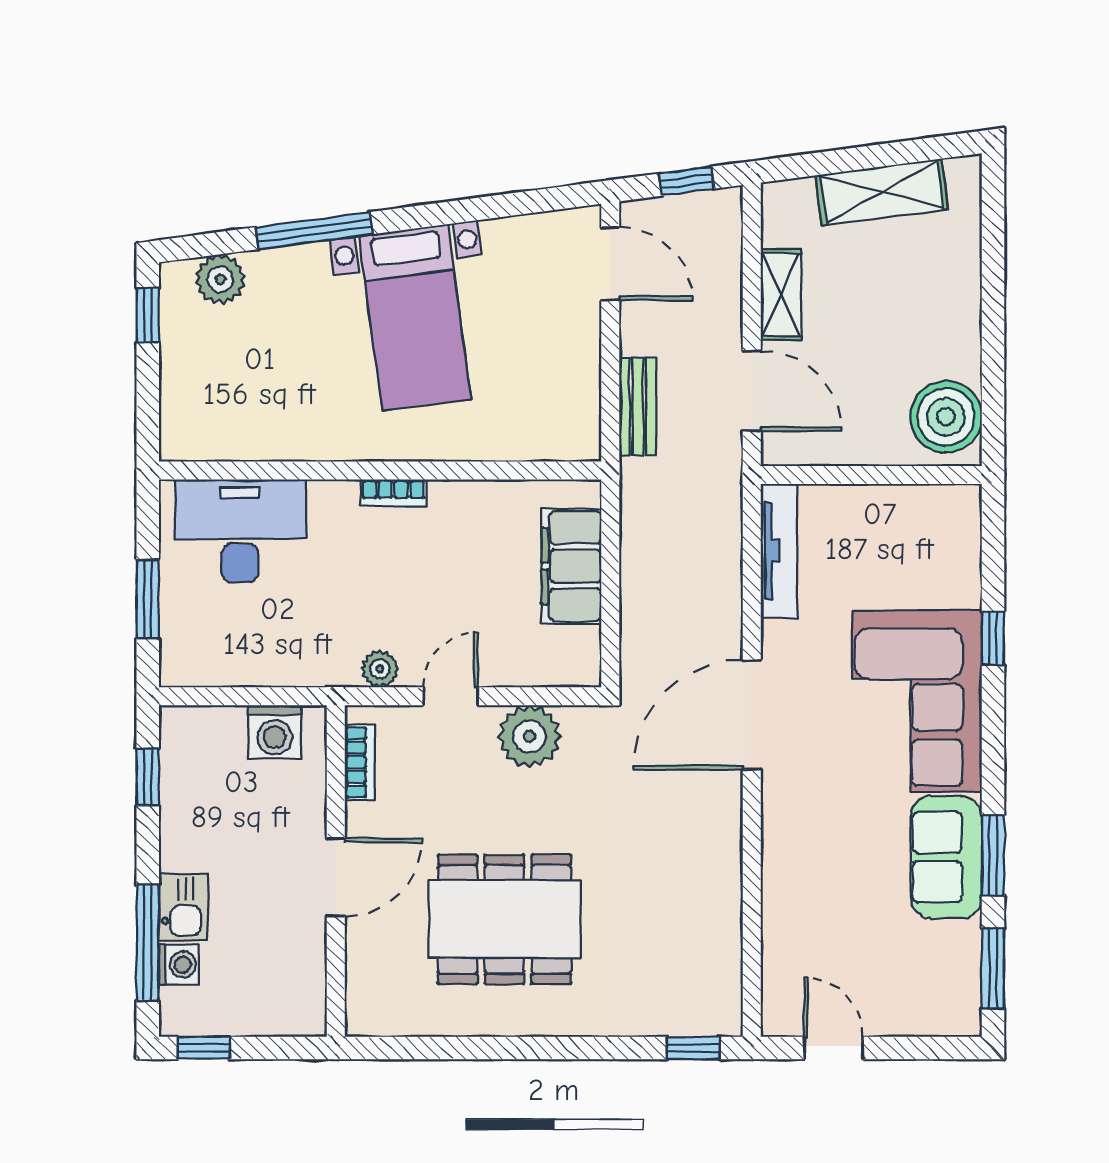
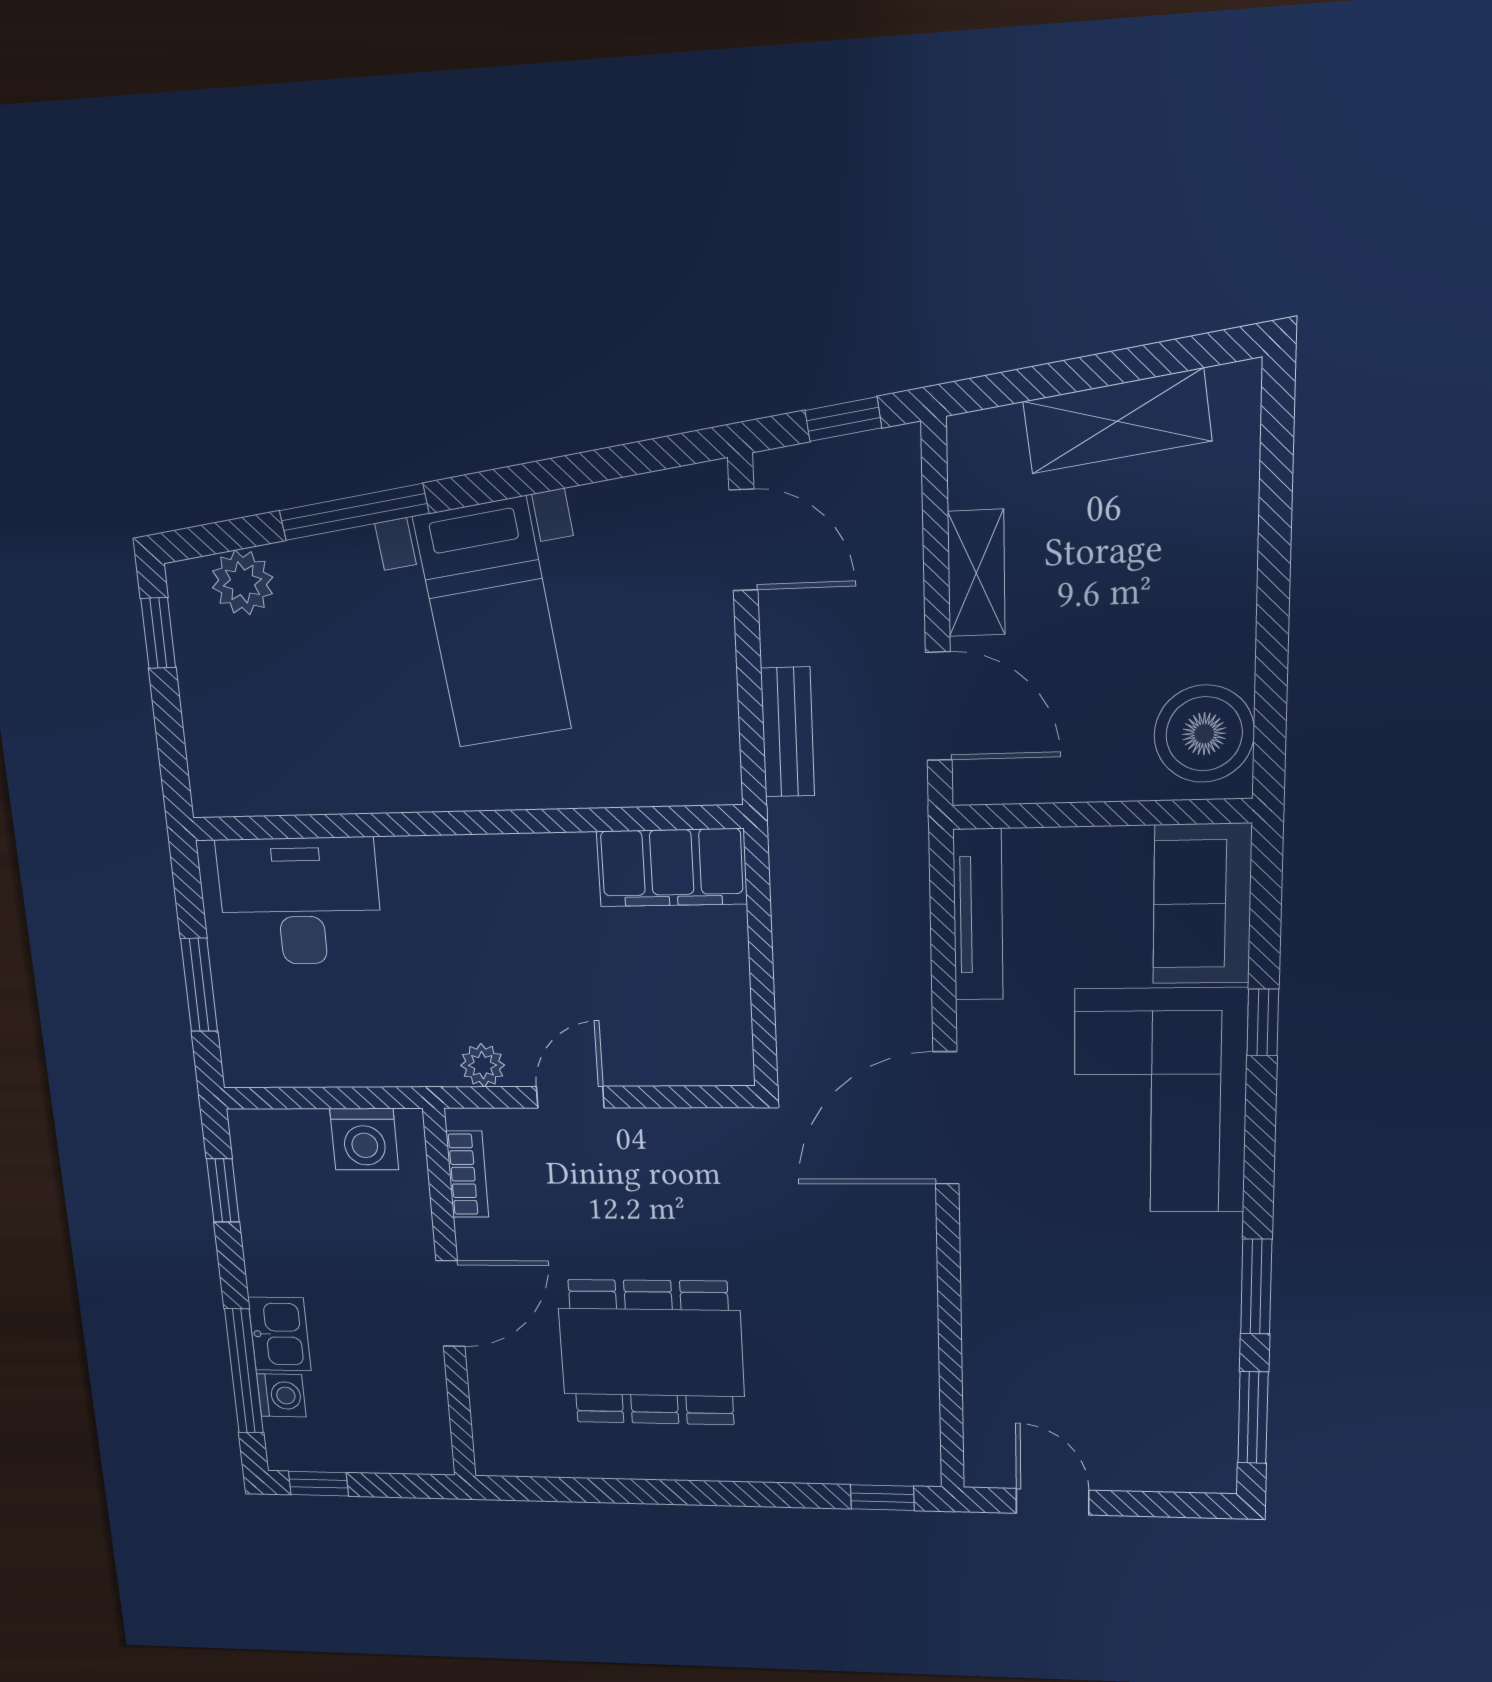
bookcase: (393, 493) -> (482, 850), removed
filing cabinet: (571, 566) -> (672, 868), moved, turned -90
plant: (529, 736) -> (669, 1144), removed
sofa: (946, 857) -> (1202, 904), moved

